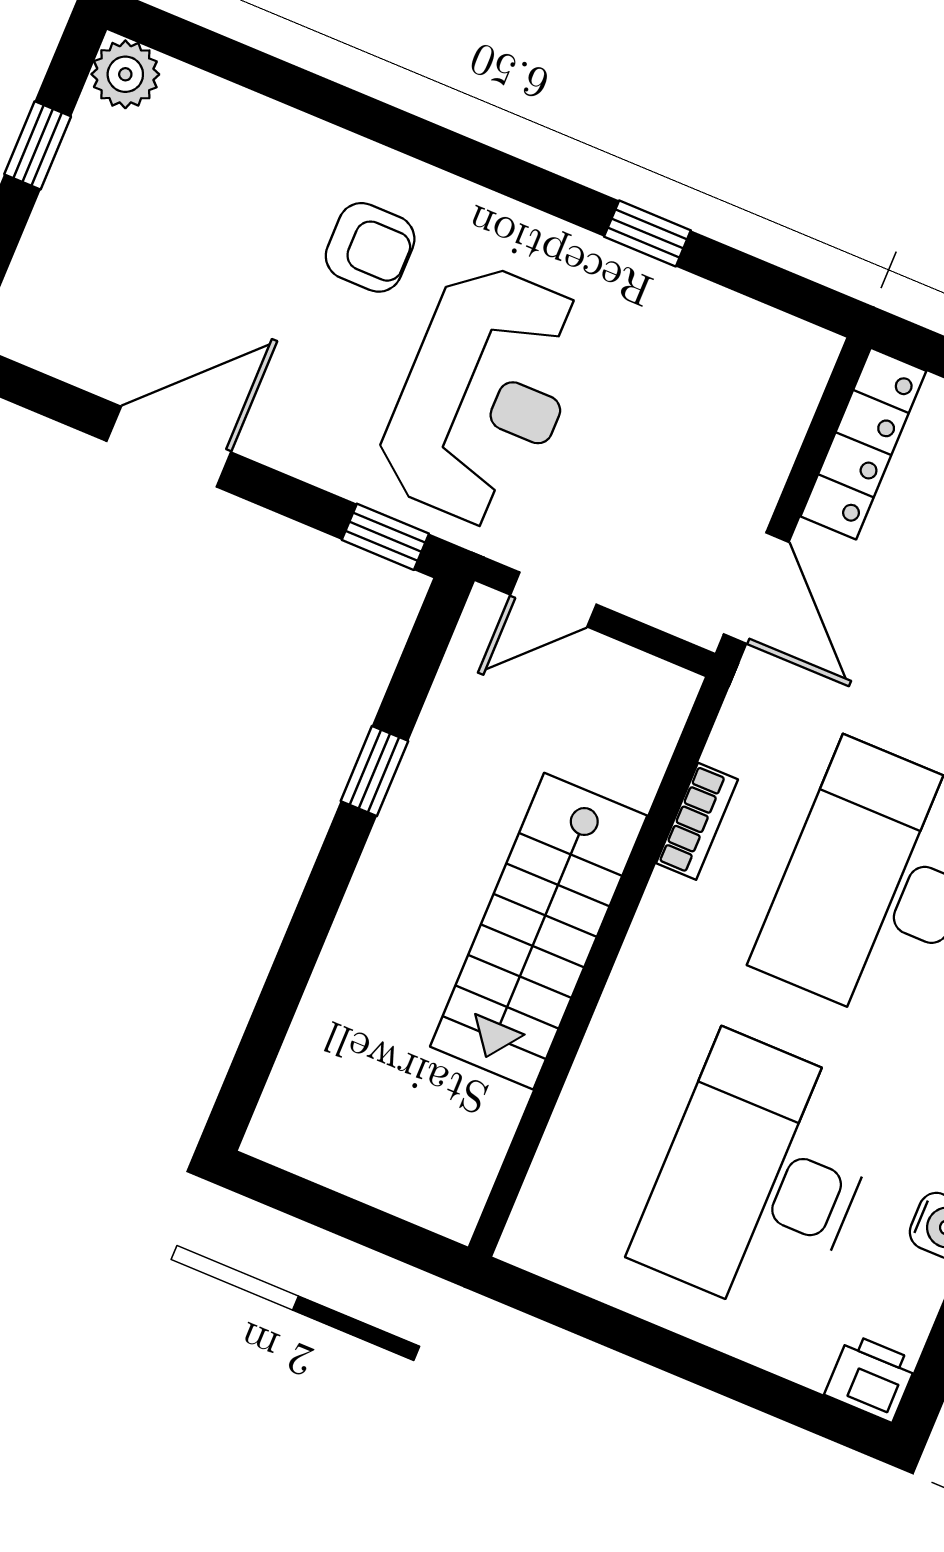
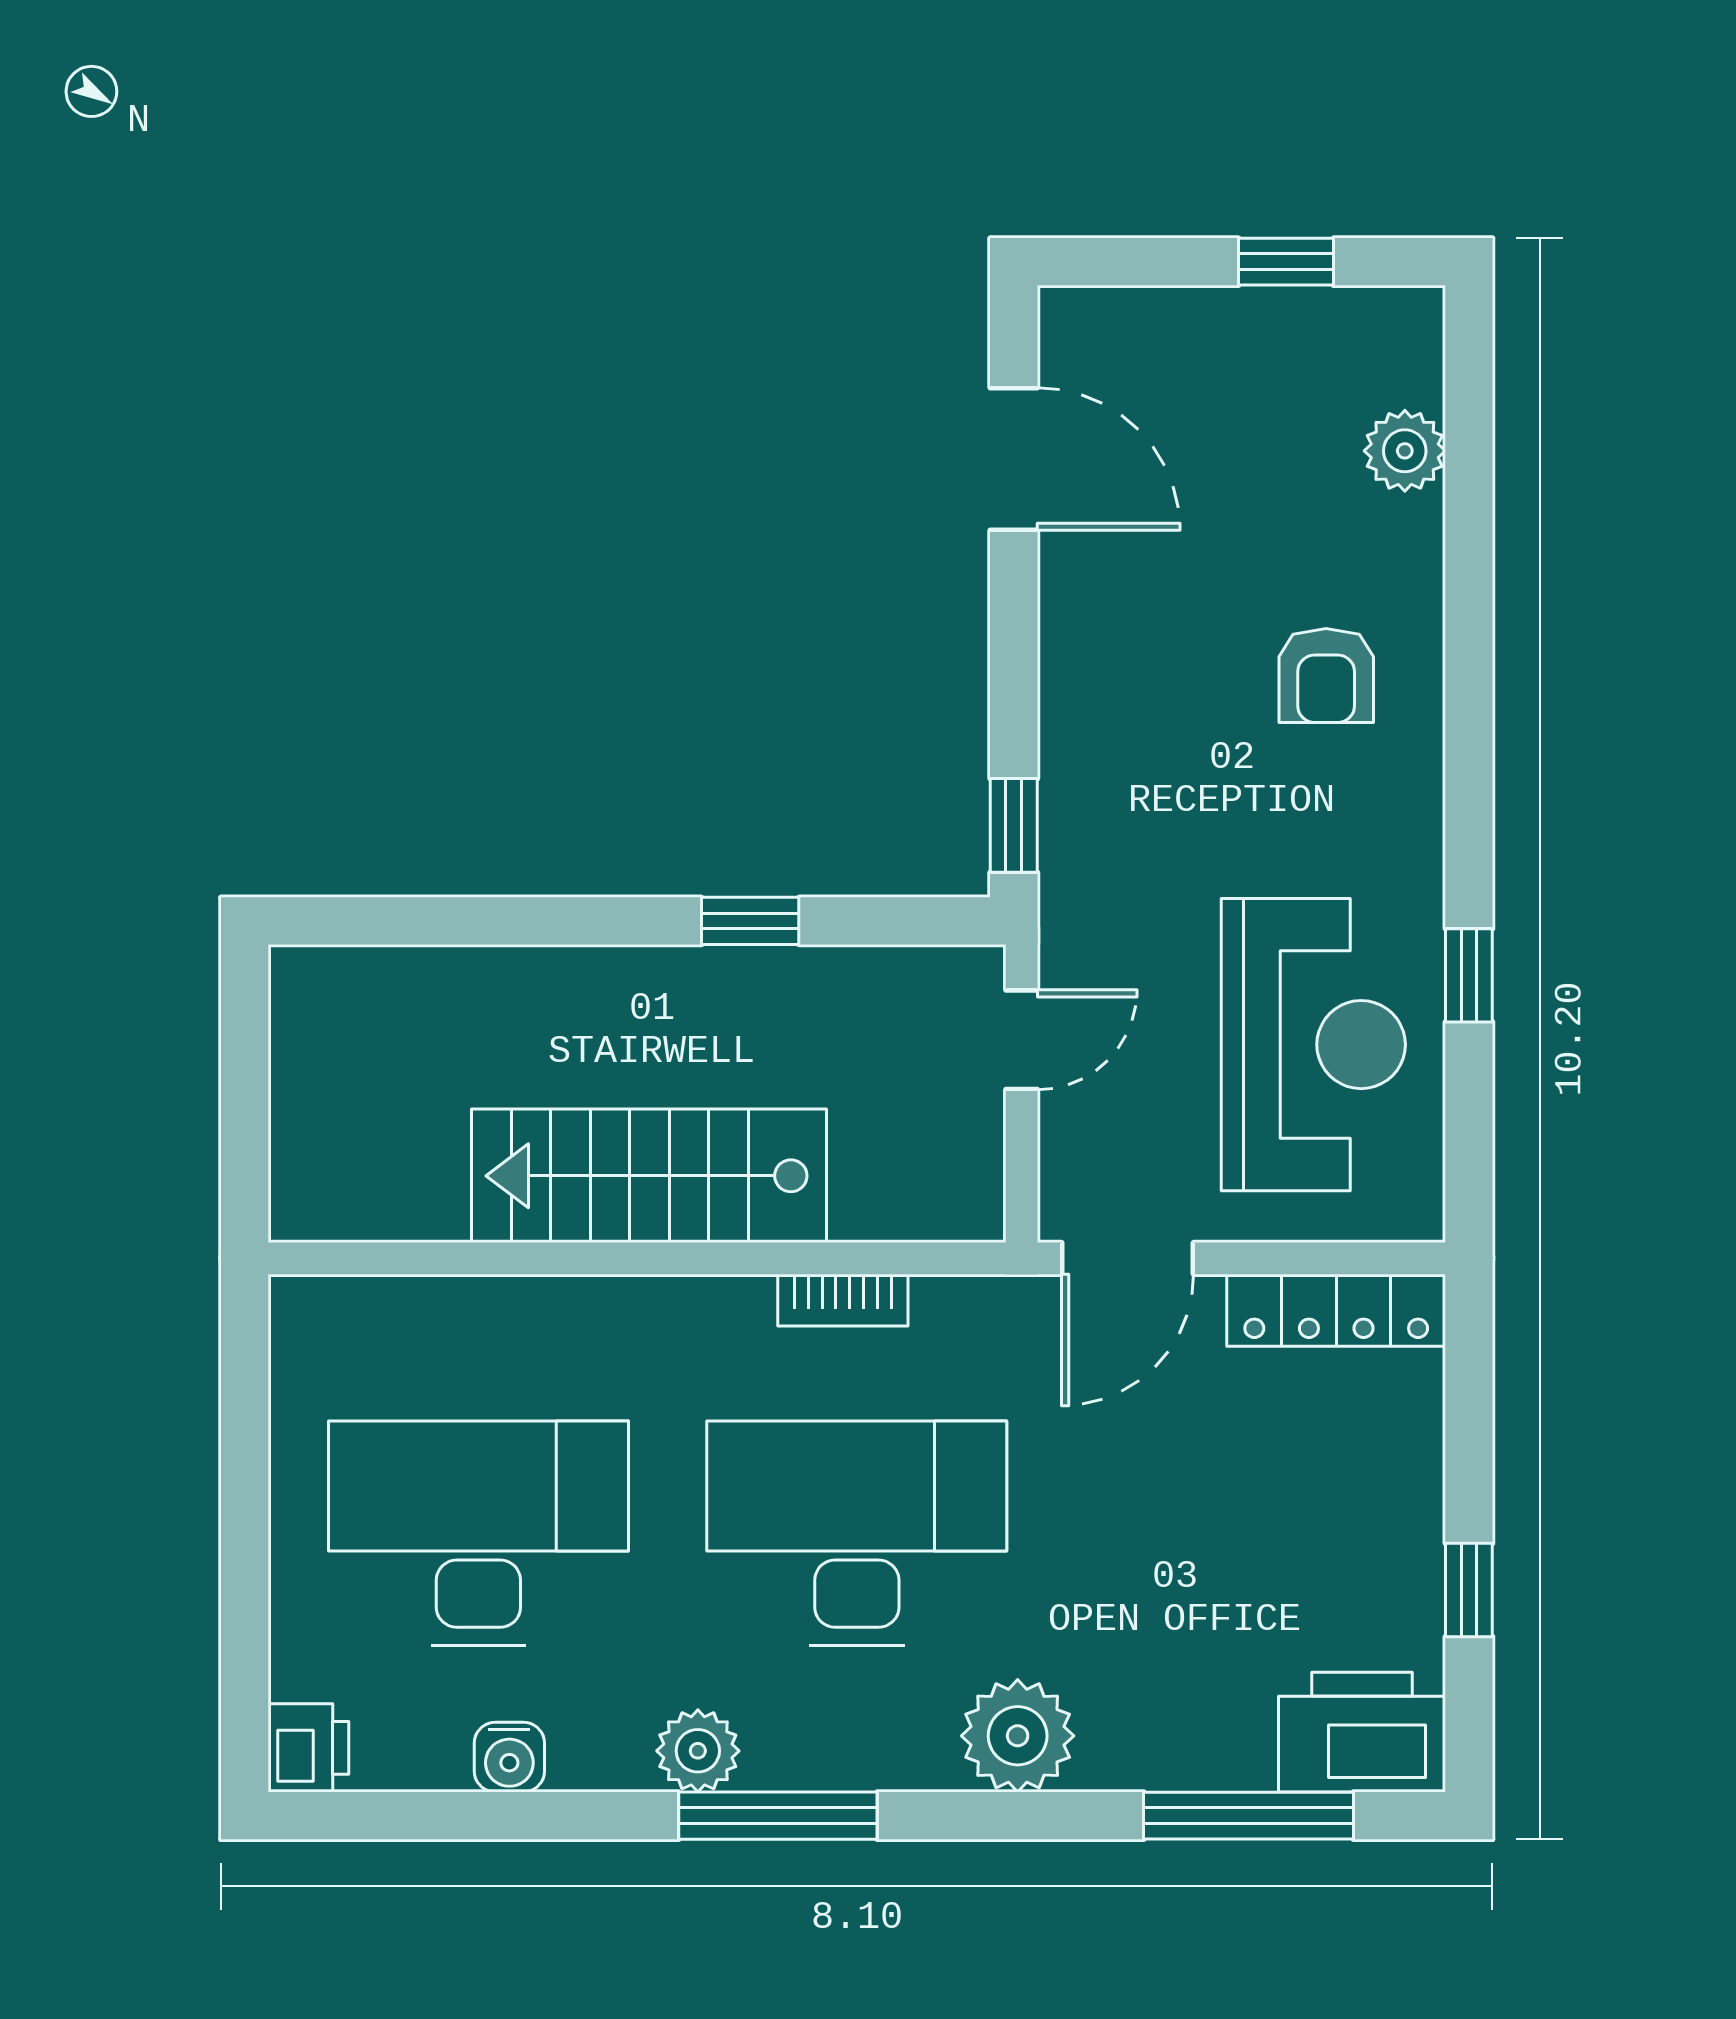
plant: (125, 74) -> (1405, 451), moved
reception desk: (484, 396) -> (1313, 1045), moved, turned -90
door: (169, 447) -> (1014, 459), moved
door: (553, 600) -> (1022, 1040), swing flipped

